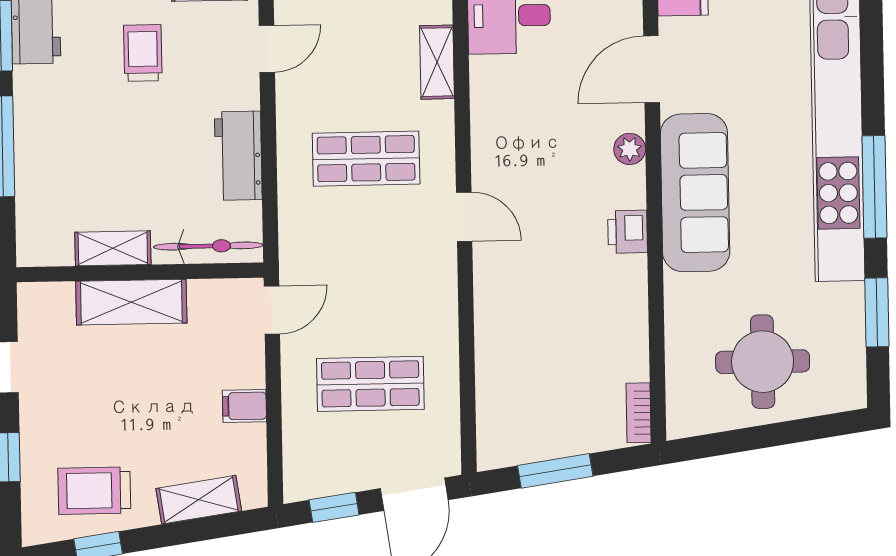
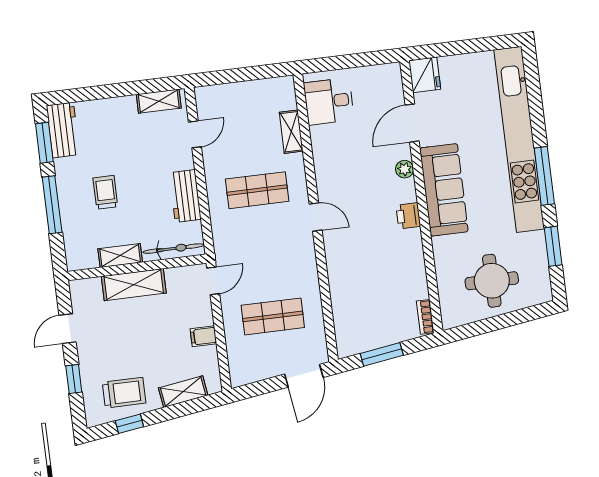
trolley: (143, 53) -> (105, 192), moved
trolley: (94, 491) -> (124, 393), turned 180
window: (334, 507) -> (260, 388), removed

